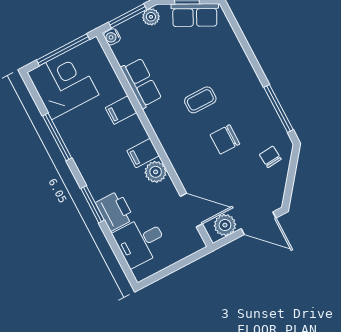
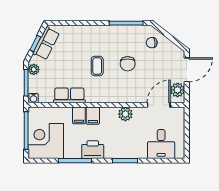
filing cabinet: (143, 153) -> (93, 116), moved
printer: (115, 211) -> (93, 150), moved

